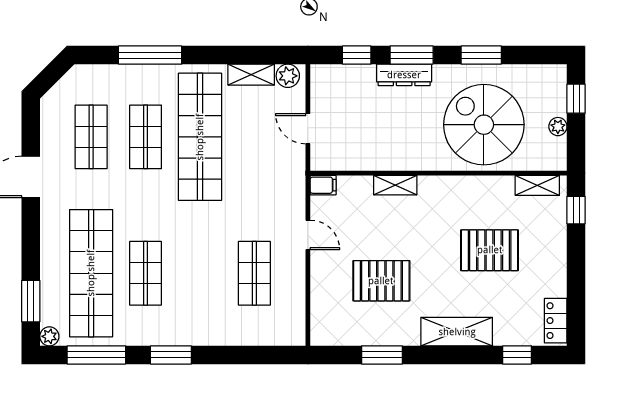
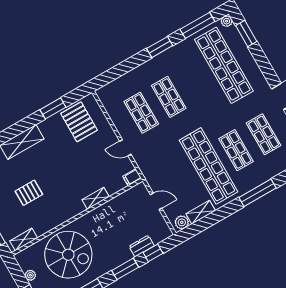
dresser: (404, 75) -> (142, 246), moved, width x0.70
pallet: (490, 250) -> (29, 193), width x0.67, depth x0.71
shop shelf: (146, 273) -> (169, 97), moved
pallet: (381, 281) -> (79, 122), moved, turned 90

